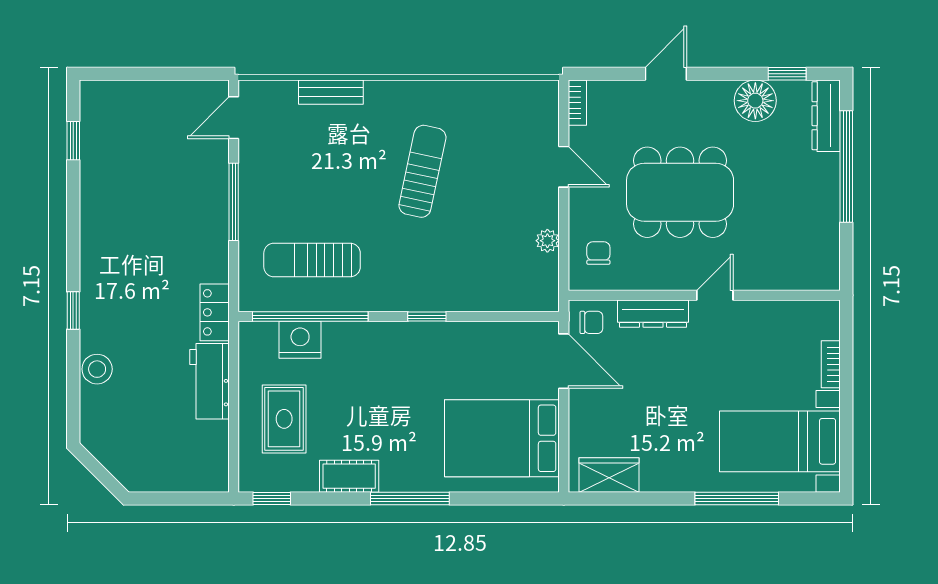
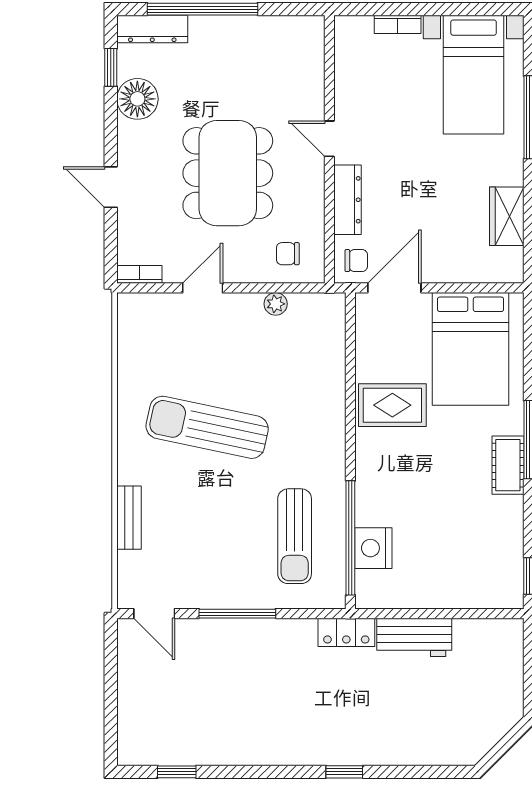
sun lounger: (422, 171) -> (207, 427), width x1.36, depth x1.34
window: (427, 317) -> (350, 423), removed
chair: (591, 322) -> (356, 261), turned 90
stool: (97, 369) -> (402, 748), removed
rug: (284, 419) -> (392, 405), moved
wardrobe: (609, 475) -> (507, 216), moved
cot: (349, 476) -> (508, 465), moved

